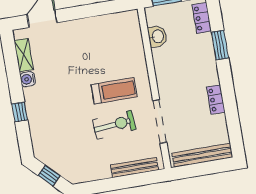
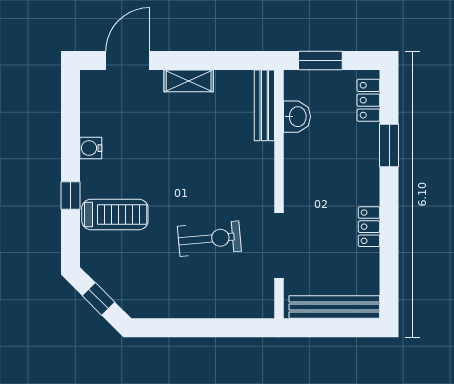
shelving: (24, 55) -> (189, 81), moved, turned 90
treadmill: (114, 91) -> (115, 214), moved
bench: (134, 168) -> (264, 105), moved, turned 90

